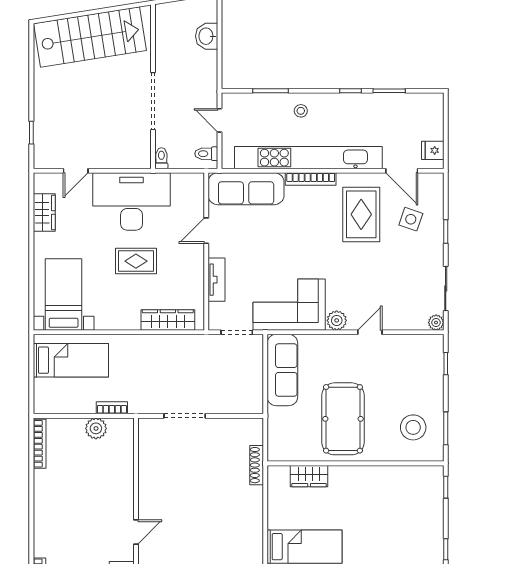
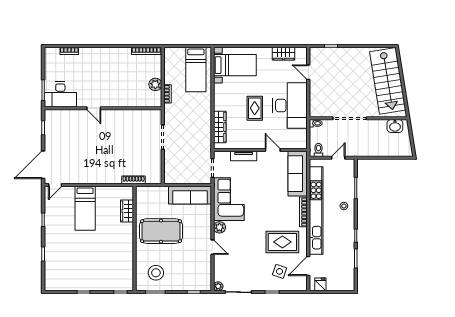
washbasin: (207, 36) -> (395, 126), moved, turned 180

